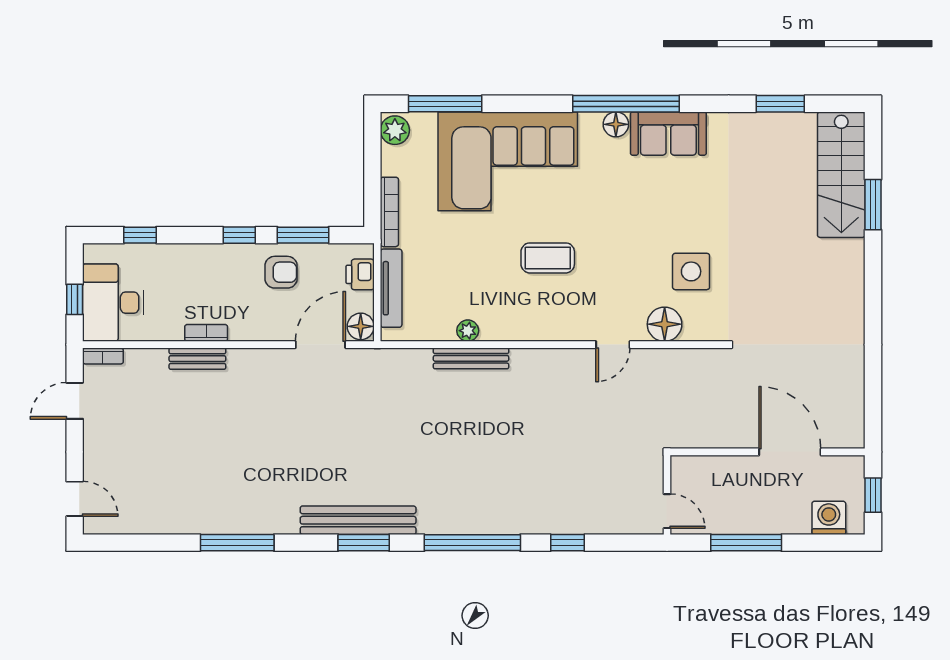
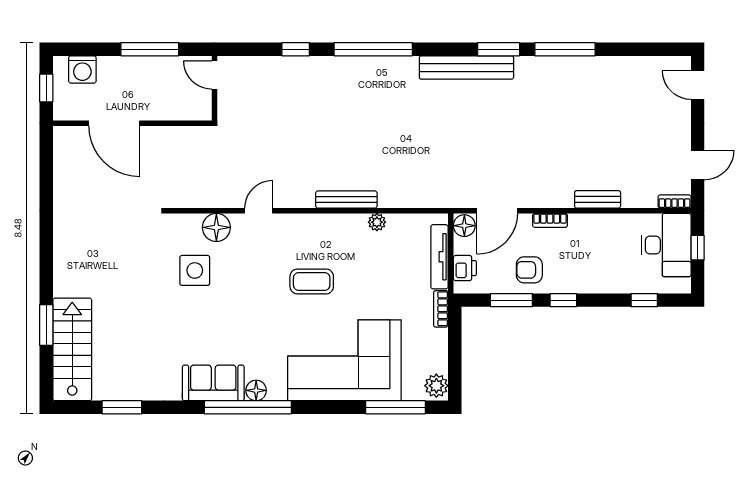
bookcase: (389, 212) -> (441, 309), width x0.64
bookcase: (206, 333) -> (550, 220), moved
bench: (471, 358) -> (346, 200), moved
window: (364, 543) -> (499, 49), moved

